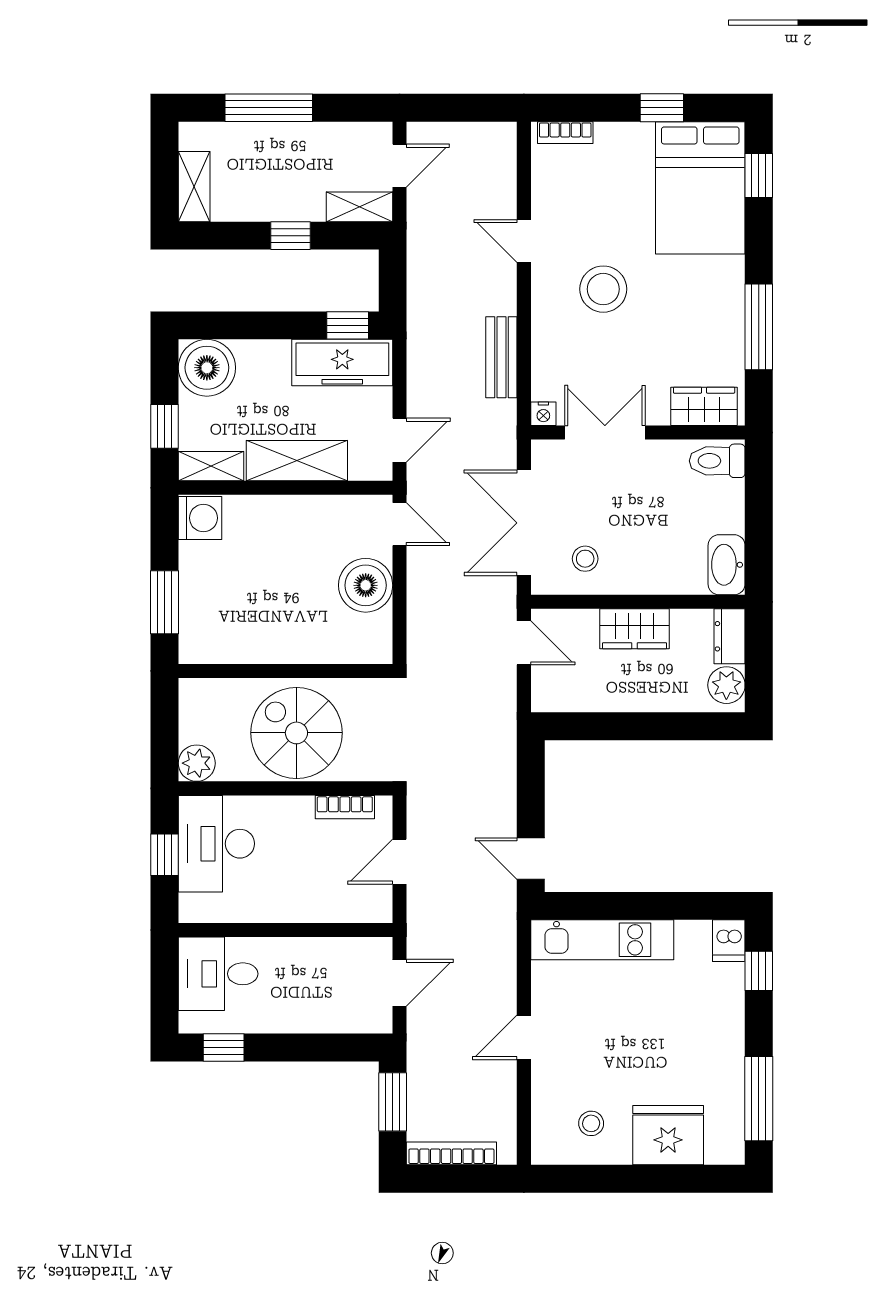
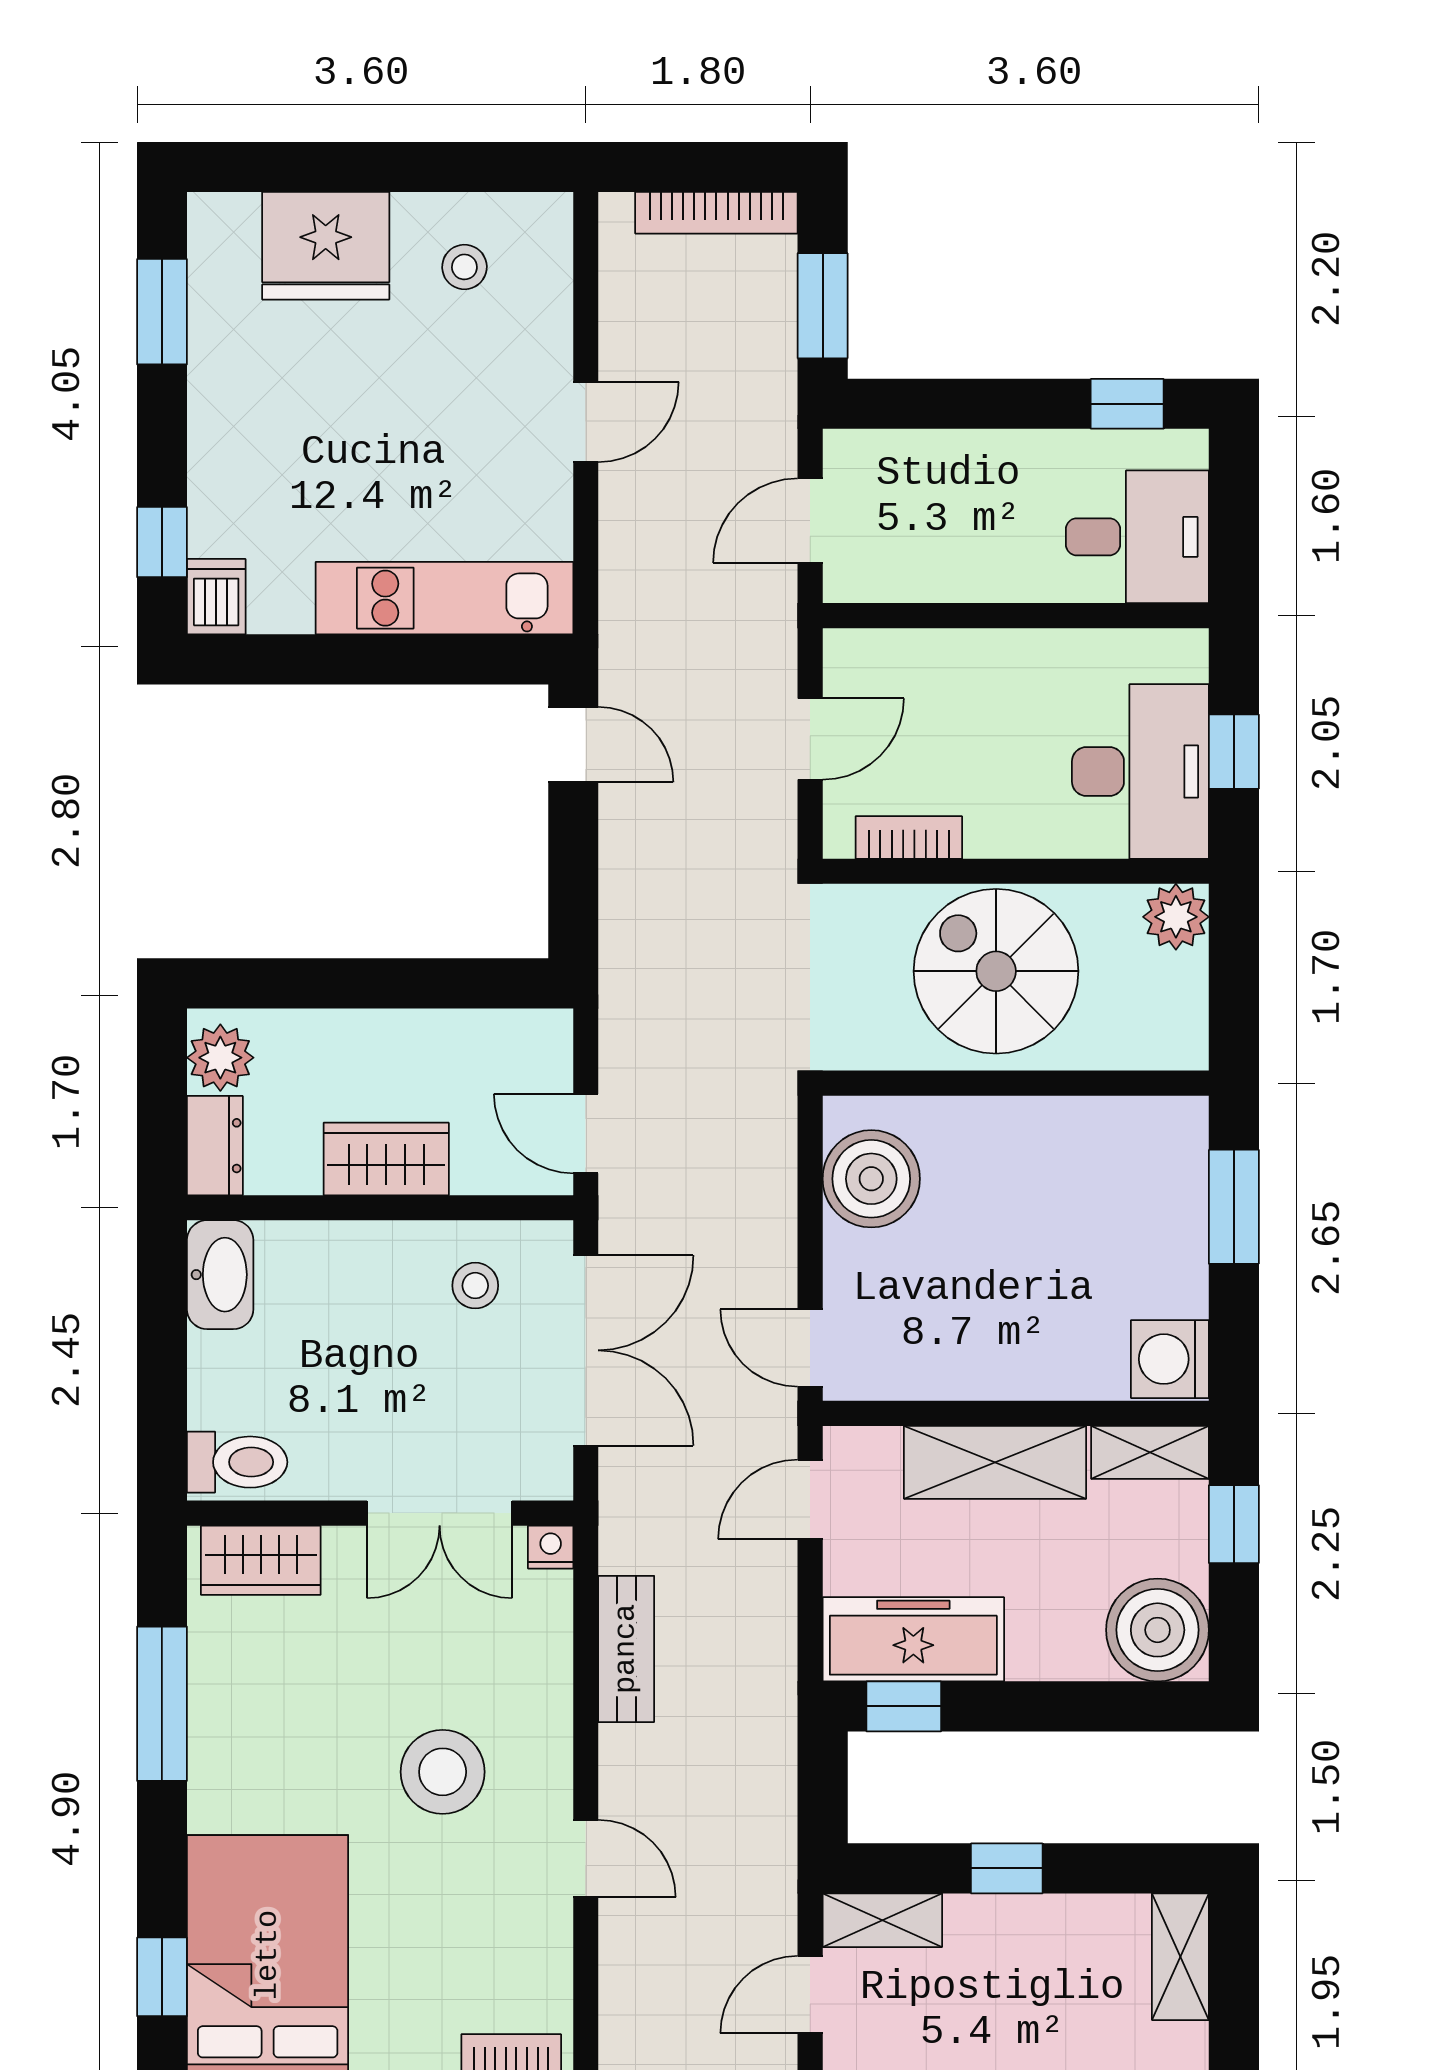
boiler: (366, 585) -> (871, 1179), moved
spiral stairs: (296, 733) -> (996, 971), turned 180
window: (759, 1099) -> (162, 312), width x0.69

